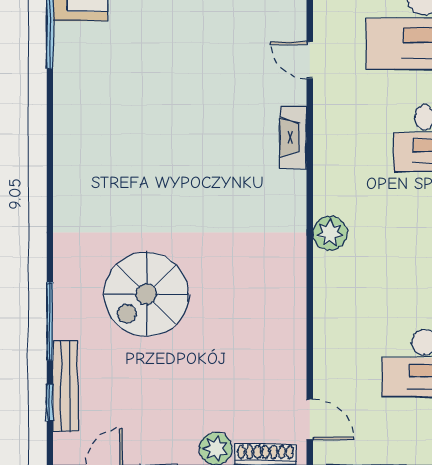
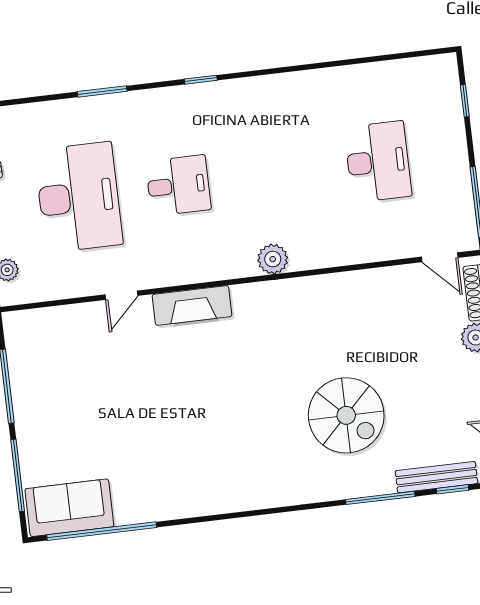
fireplace: (293, 137) -> (192, 305), width x1.37, depth x1.32
door: (310, 419) -> (440, 257), swing flipped

